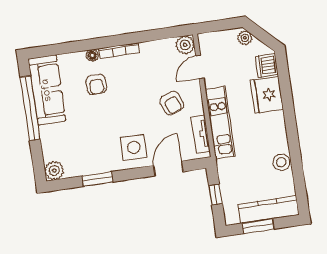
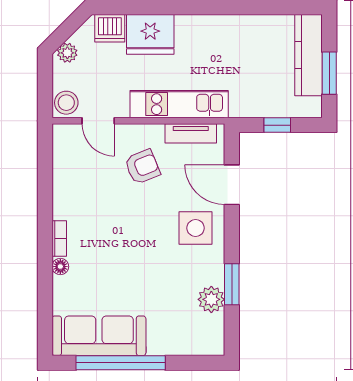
plant: (185, 45) -> (65, 137), removed
bookcase: (119, 50) -> (59, 239), width x0.64
armchair: (96, 84) -> (101, 267), removed
stool: (281, 162) -> (66, 103), moved
plant: (54, 171) -> (211, 299), moved

